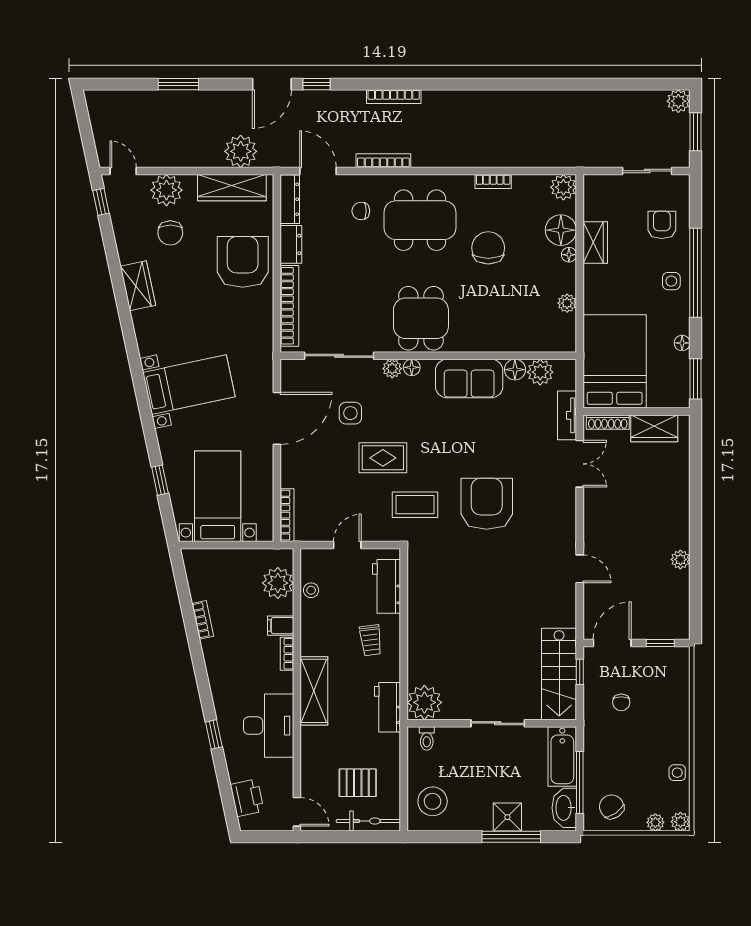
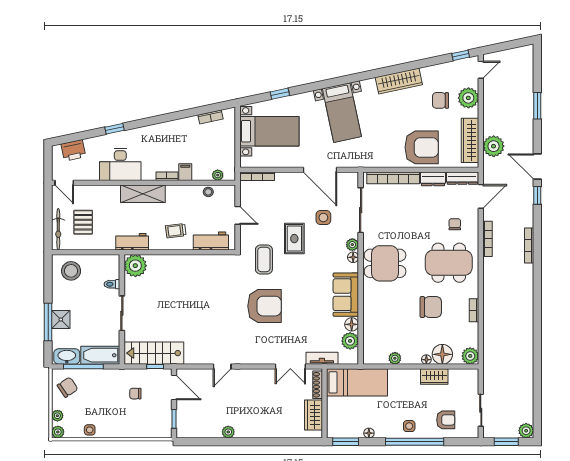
dining table: (420, 220) -> (449, 263), turned 90
wardrobe: (138, 286) -> (399, 81), width x1.50
bed: (615, 361) -> (357, 382), width x0.67
plant: (278, 583) -> (218, 175), width x0.53, depth x0.53
bookcase: (203, 620) -> (210, 117), moved
toilet: (427, 738) -> (112, 284), moved
door: (297, 812) -> (64, 183), hinge flipped

